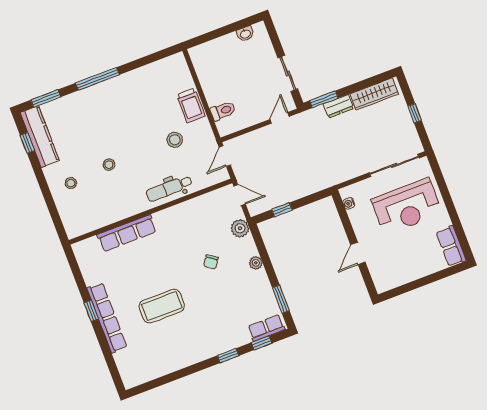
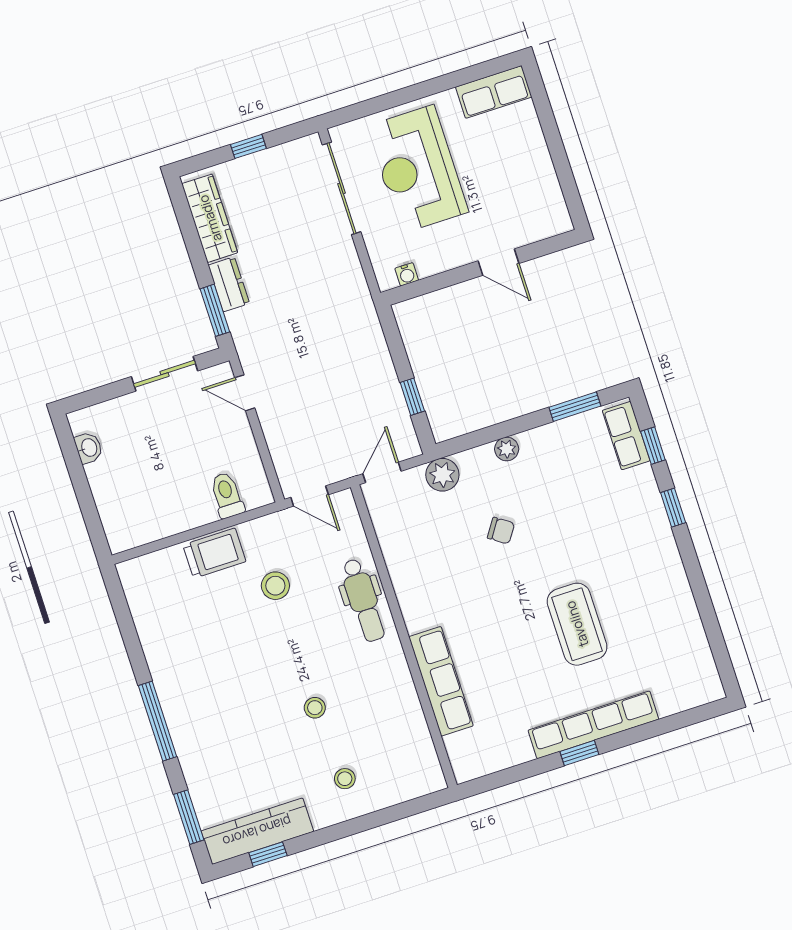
reception desk: (407, 206) -> (417, 169), turned 180

